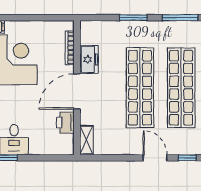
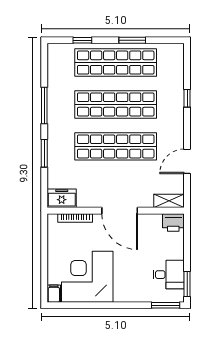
freezer: (89, 59) -> (62, 198), moved
printer: (65, 123) -> (173, 222), moved
door: (155, 158) -> (187, 161), moved

